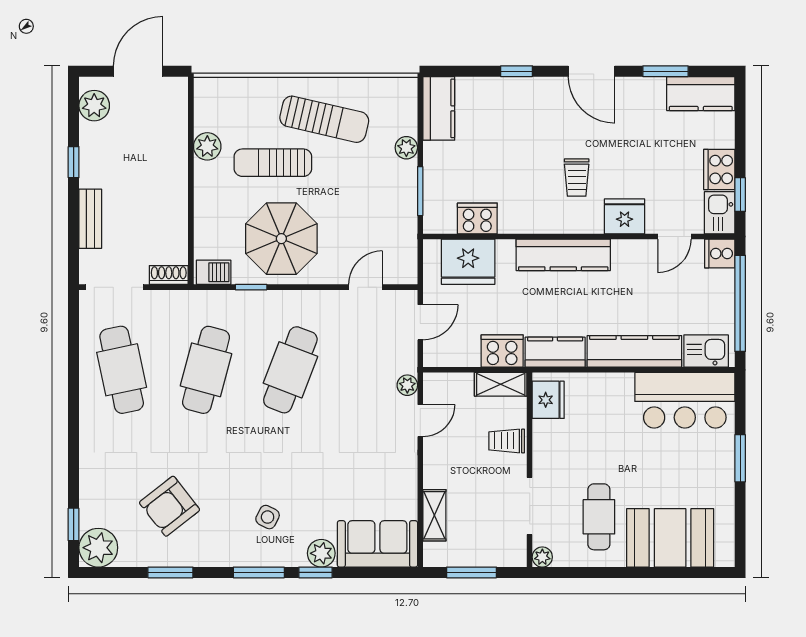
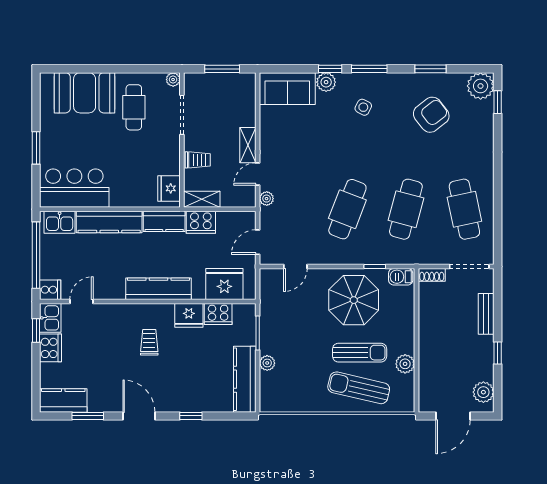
kitchen counter: (439, 108) -> (245, 379), width x1.50
sun lounger: (324, 119) -> (359, 388), moved
fridge: (625, 216) -> (189, 315), moved
shelving: (434, 515) -> (248, 145), moved

